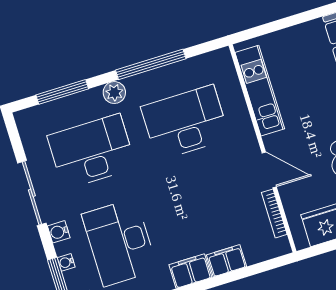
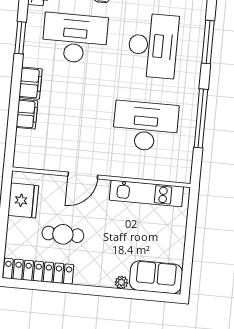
plant: (114, 93) -> (191, 82), removed
desk: (185, 123) -> (145, 126), turned -90
bookcase: (274, 213) -> (48, 166), removed

